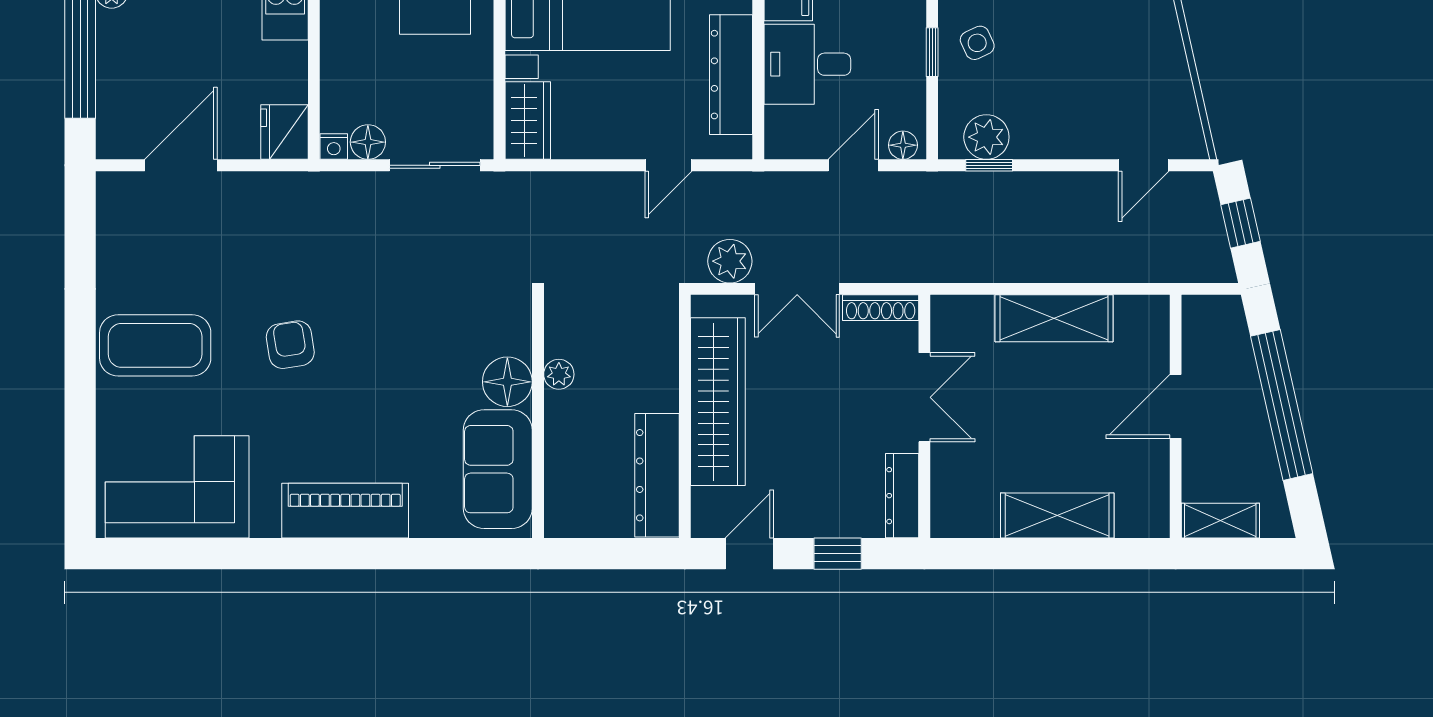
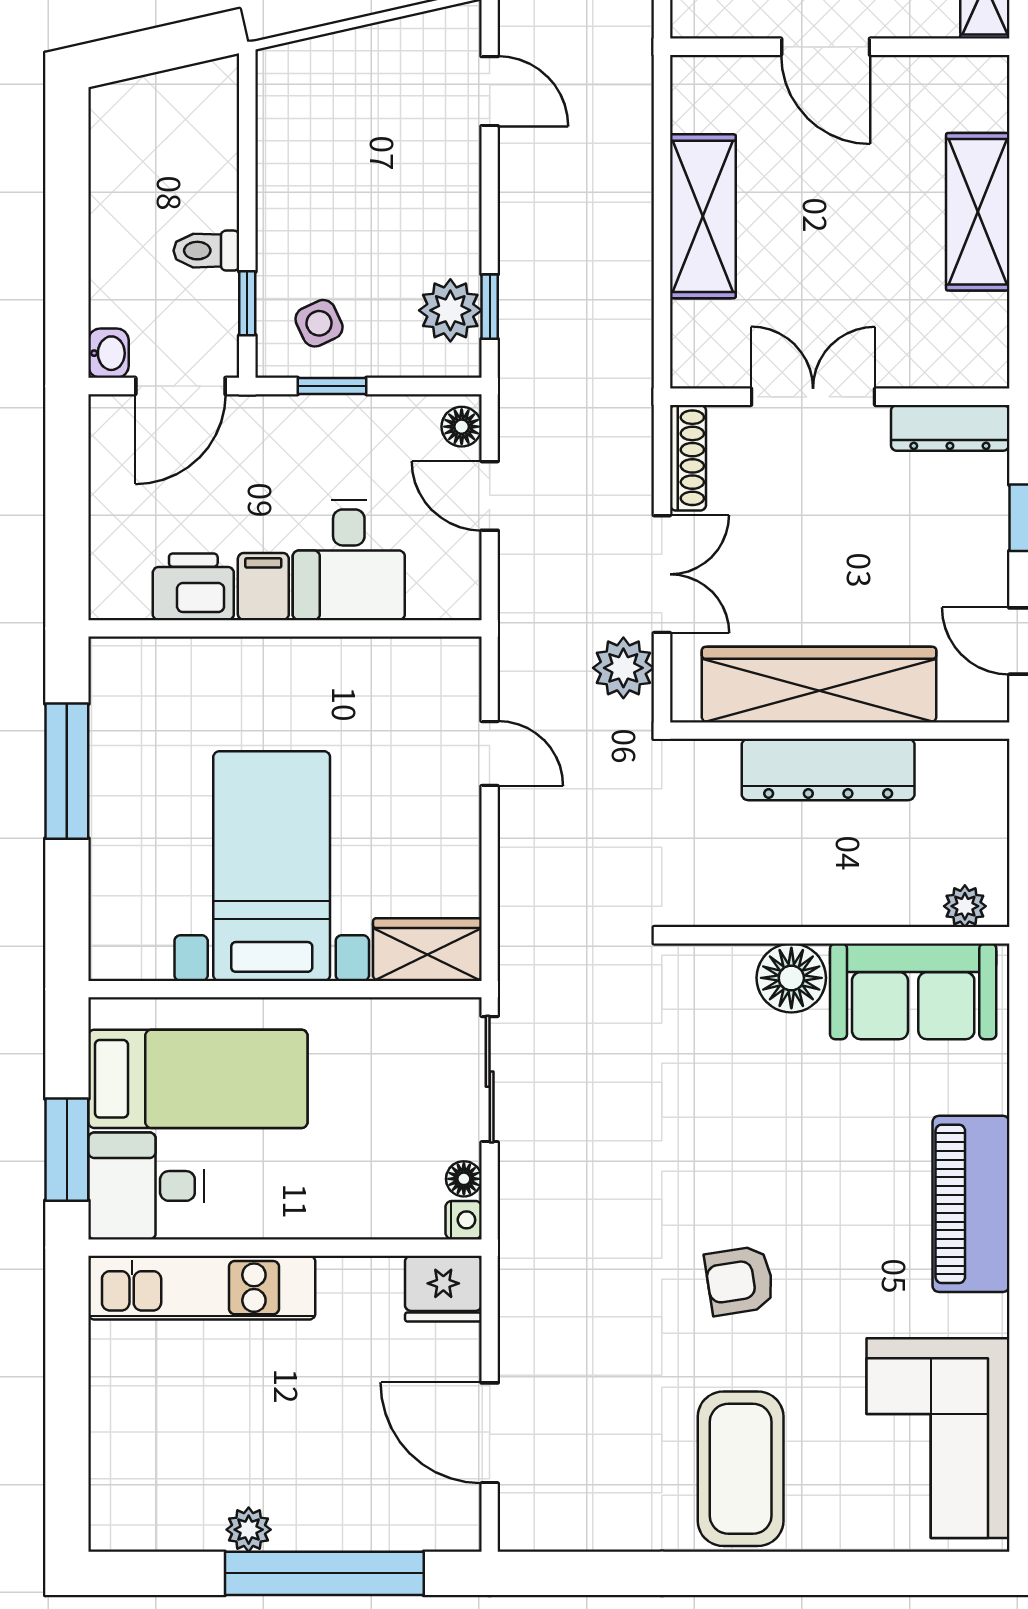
dresser: (731, 75) -> (363, 666), removed
floor lamp: (368, 142) -> (464, 1179), width x0.73, depth x0.73
plant: (559, 374) -> (965, 906), moved
dresser: (657, 475) -> (828, 770), moved

